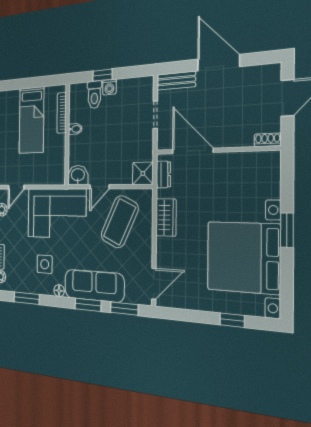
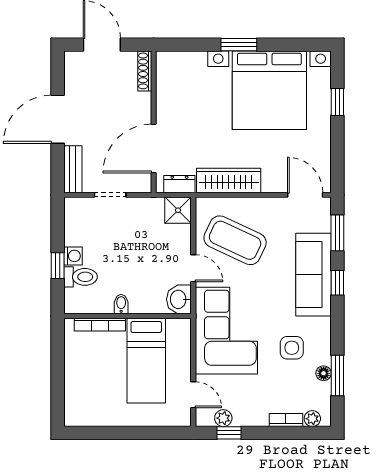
bed: (32, 120) -> (146, 361), moved, turned 90
shoe rack: (268, 140) -> (145, 71), width x1.43
wardrobe: (166, 217) -> (229, 180), width x1.50
floor lamp: (59, 291) -> (324, 373), moved
window: (88, 305) -> (337, 283), width x0.67

